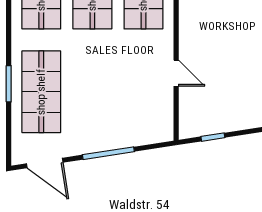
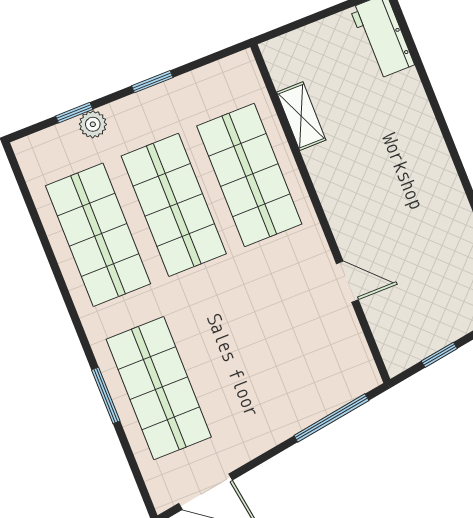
window: (108, 153) -> (331, 418), moved

